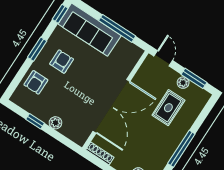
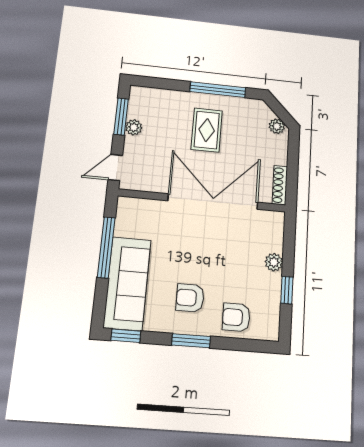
armchair: (36, 82) -> (236, 317), turned 180
rug: (168, 108) -> (207, 130), moved, turned 90

